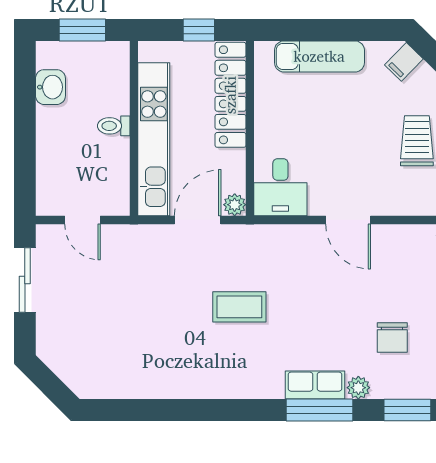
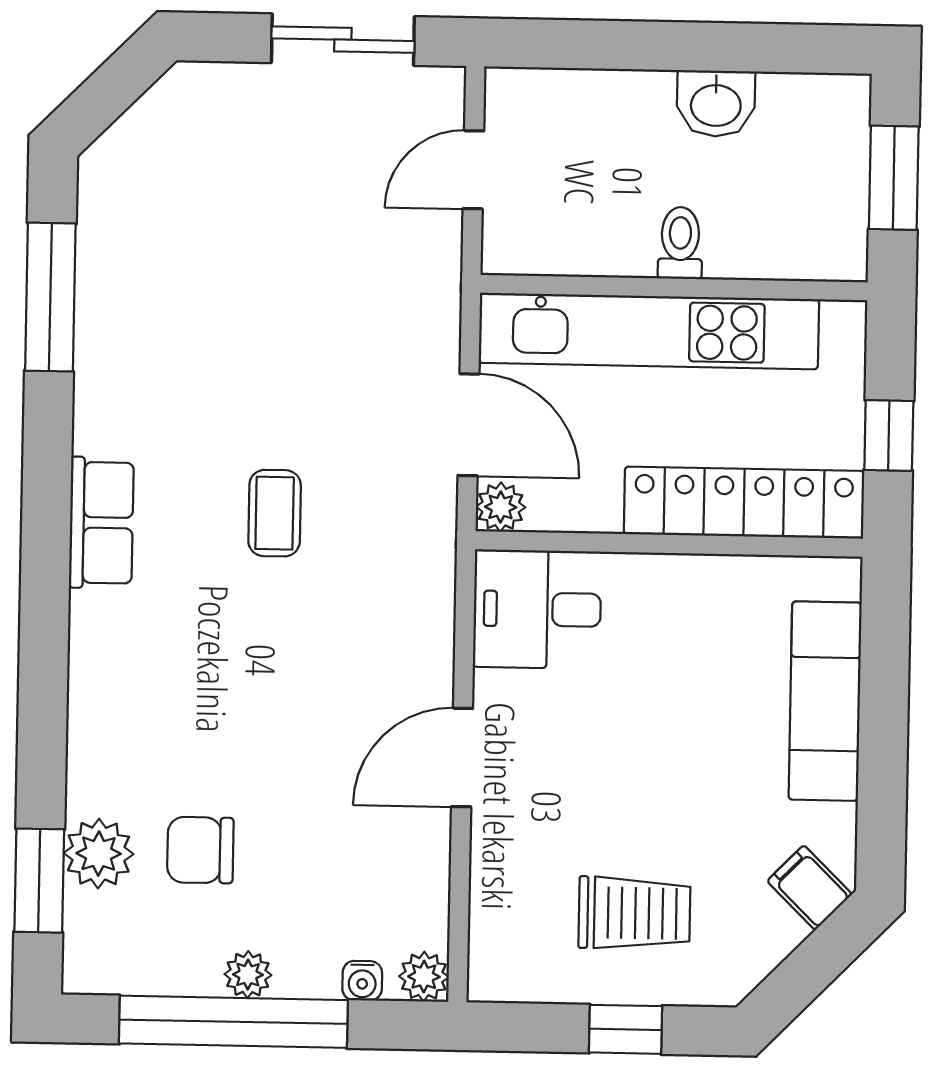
washbasin: (50, 87) -> (716, 104), moved
coffee table: (239, 307) -> (275, 513), width x0.73, depth x0.77
row of seats: (315, 385) -> (101, 523), moved
plant: (358, 388) -> (99, 854), moved, width x1.38, depth x1.38
window: (320, 410) -> (50, 297), moved

